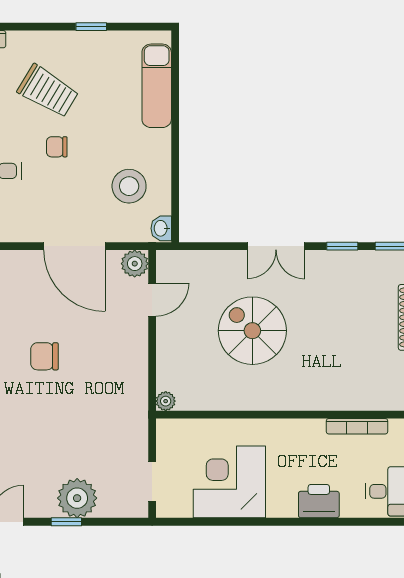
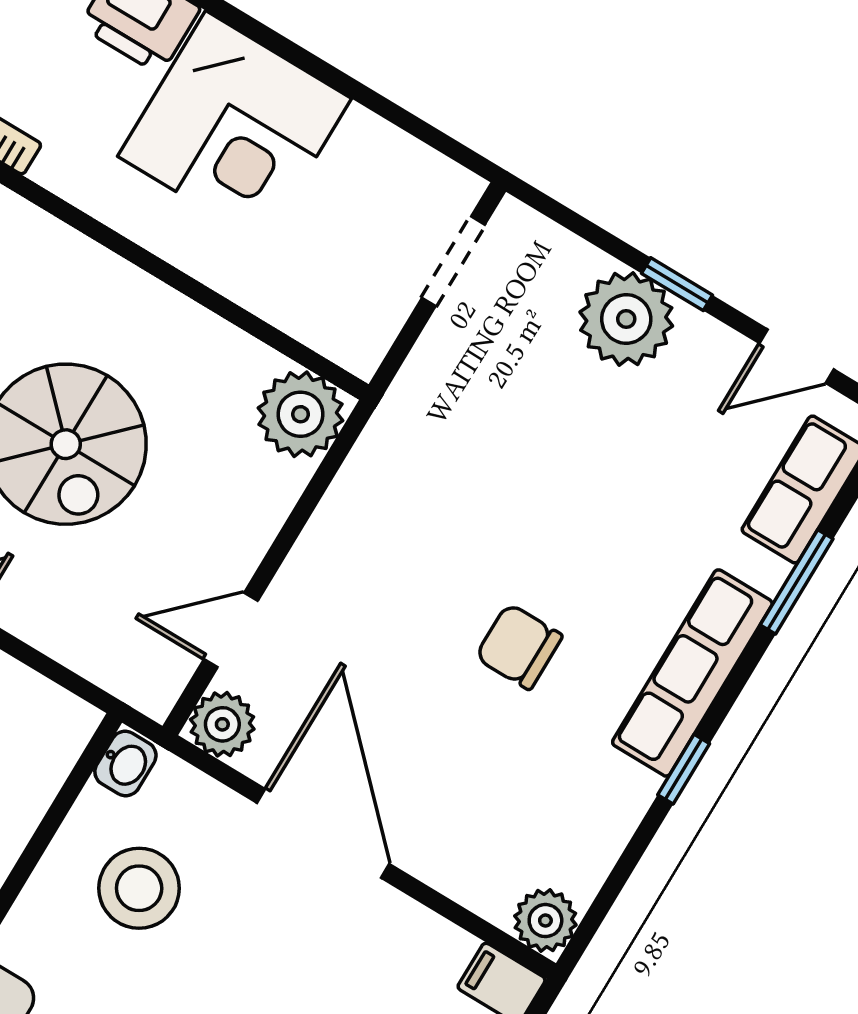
chair: (45, 356) -> (519, 646), turned 180
plant: (166, 401) -> (301, 414), width x1.87, depth x1.87
corner desk: (229, 482) -> (234, 127), moved

